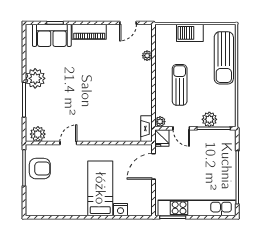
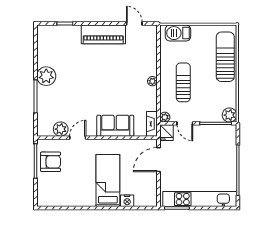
door: (128, 23) -> (134, 24), swing flipped
piano: (89, 32) -> (103, 34), width x1.37, depth x1.33
barbecue: (190, 33) -> (178, 33), moved
sofa: (52, 35) -> (115, 126), moved, turned 180
plant: (147, 56) -> (152, 81), moved
sun lounger: (224, 58) -> (225, 57), turned 180
plant: (209, 119) -> (230, 115), moved
plant: (38, 134) -> (61, 129), moved

